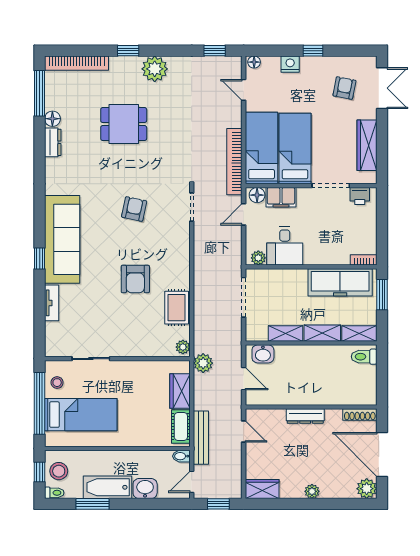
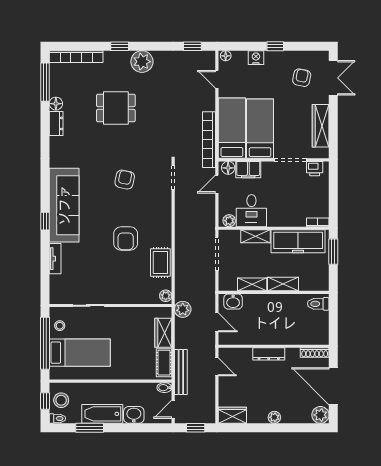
shelving: (359, 333) -> (255, 236), moved

